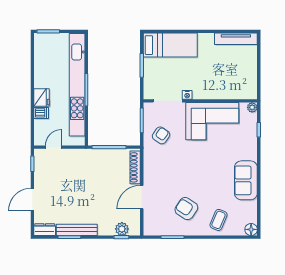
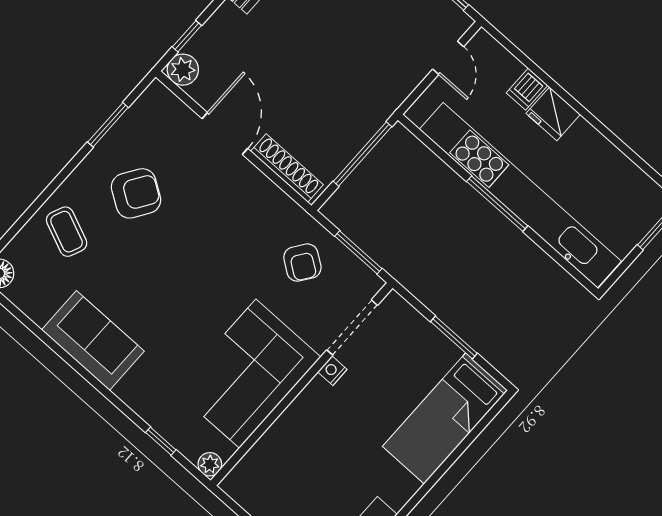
plant: (122, 229) -> (183, 70), moved

